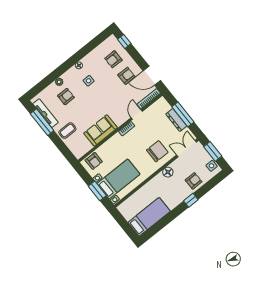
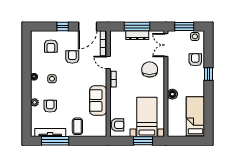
window: (124, 41) -> (63, 27), moved
armchair: (127, 76) -> (72, 57), moved
floor lamp: (168, 172) -> (172, 94), moved

